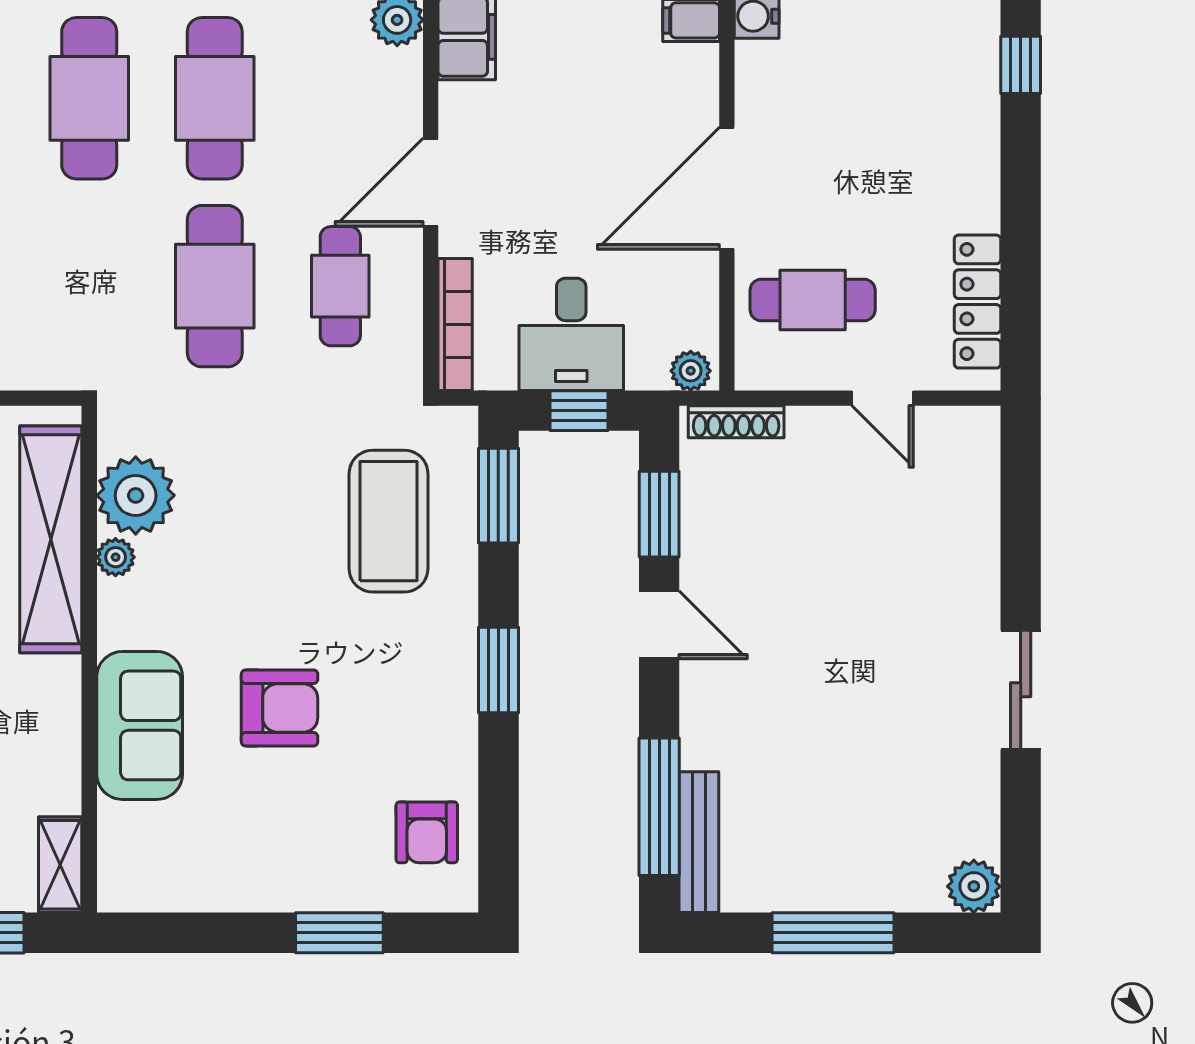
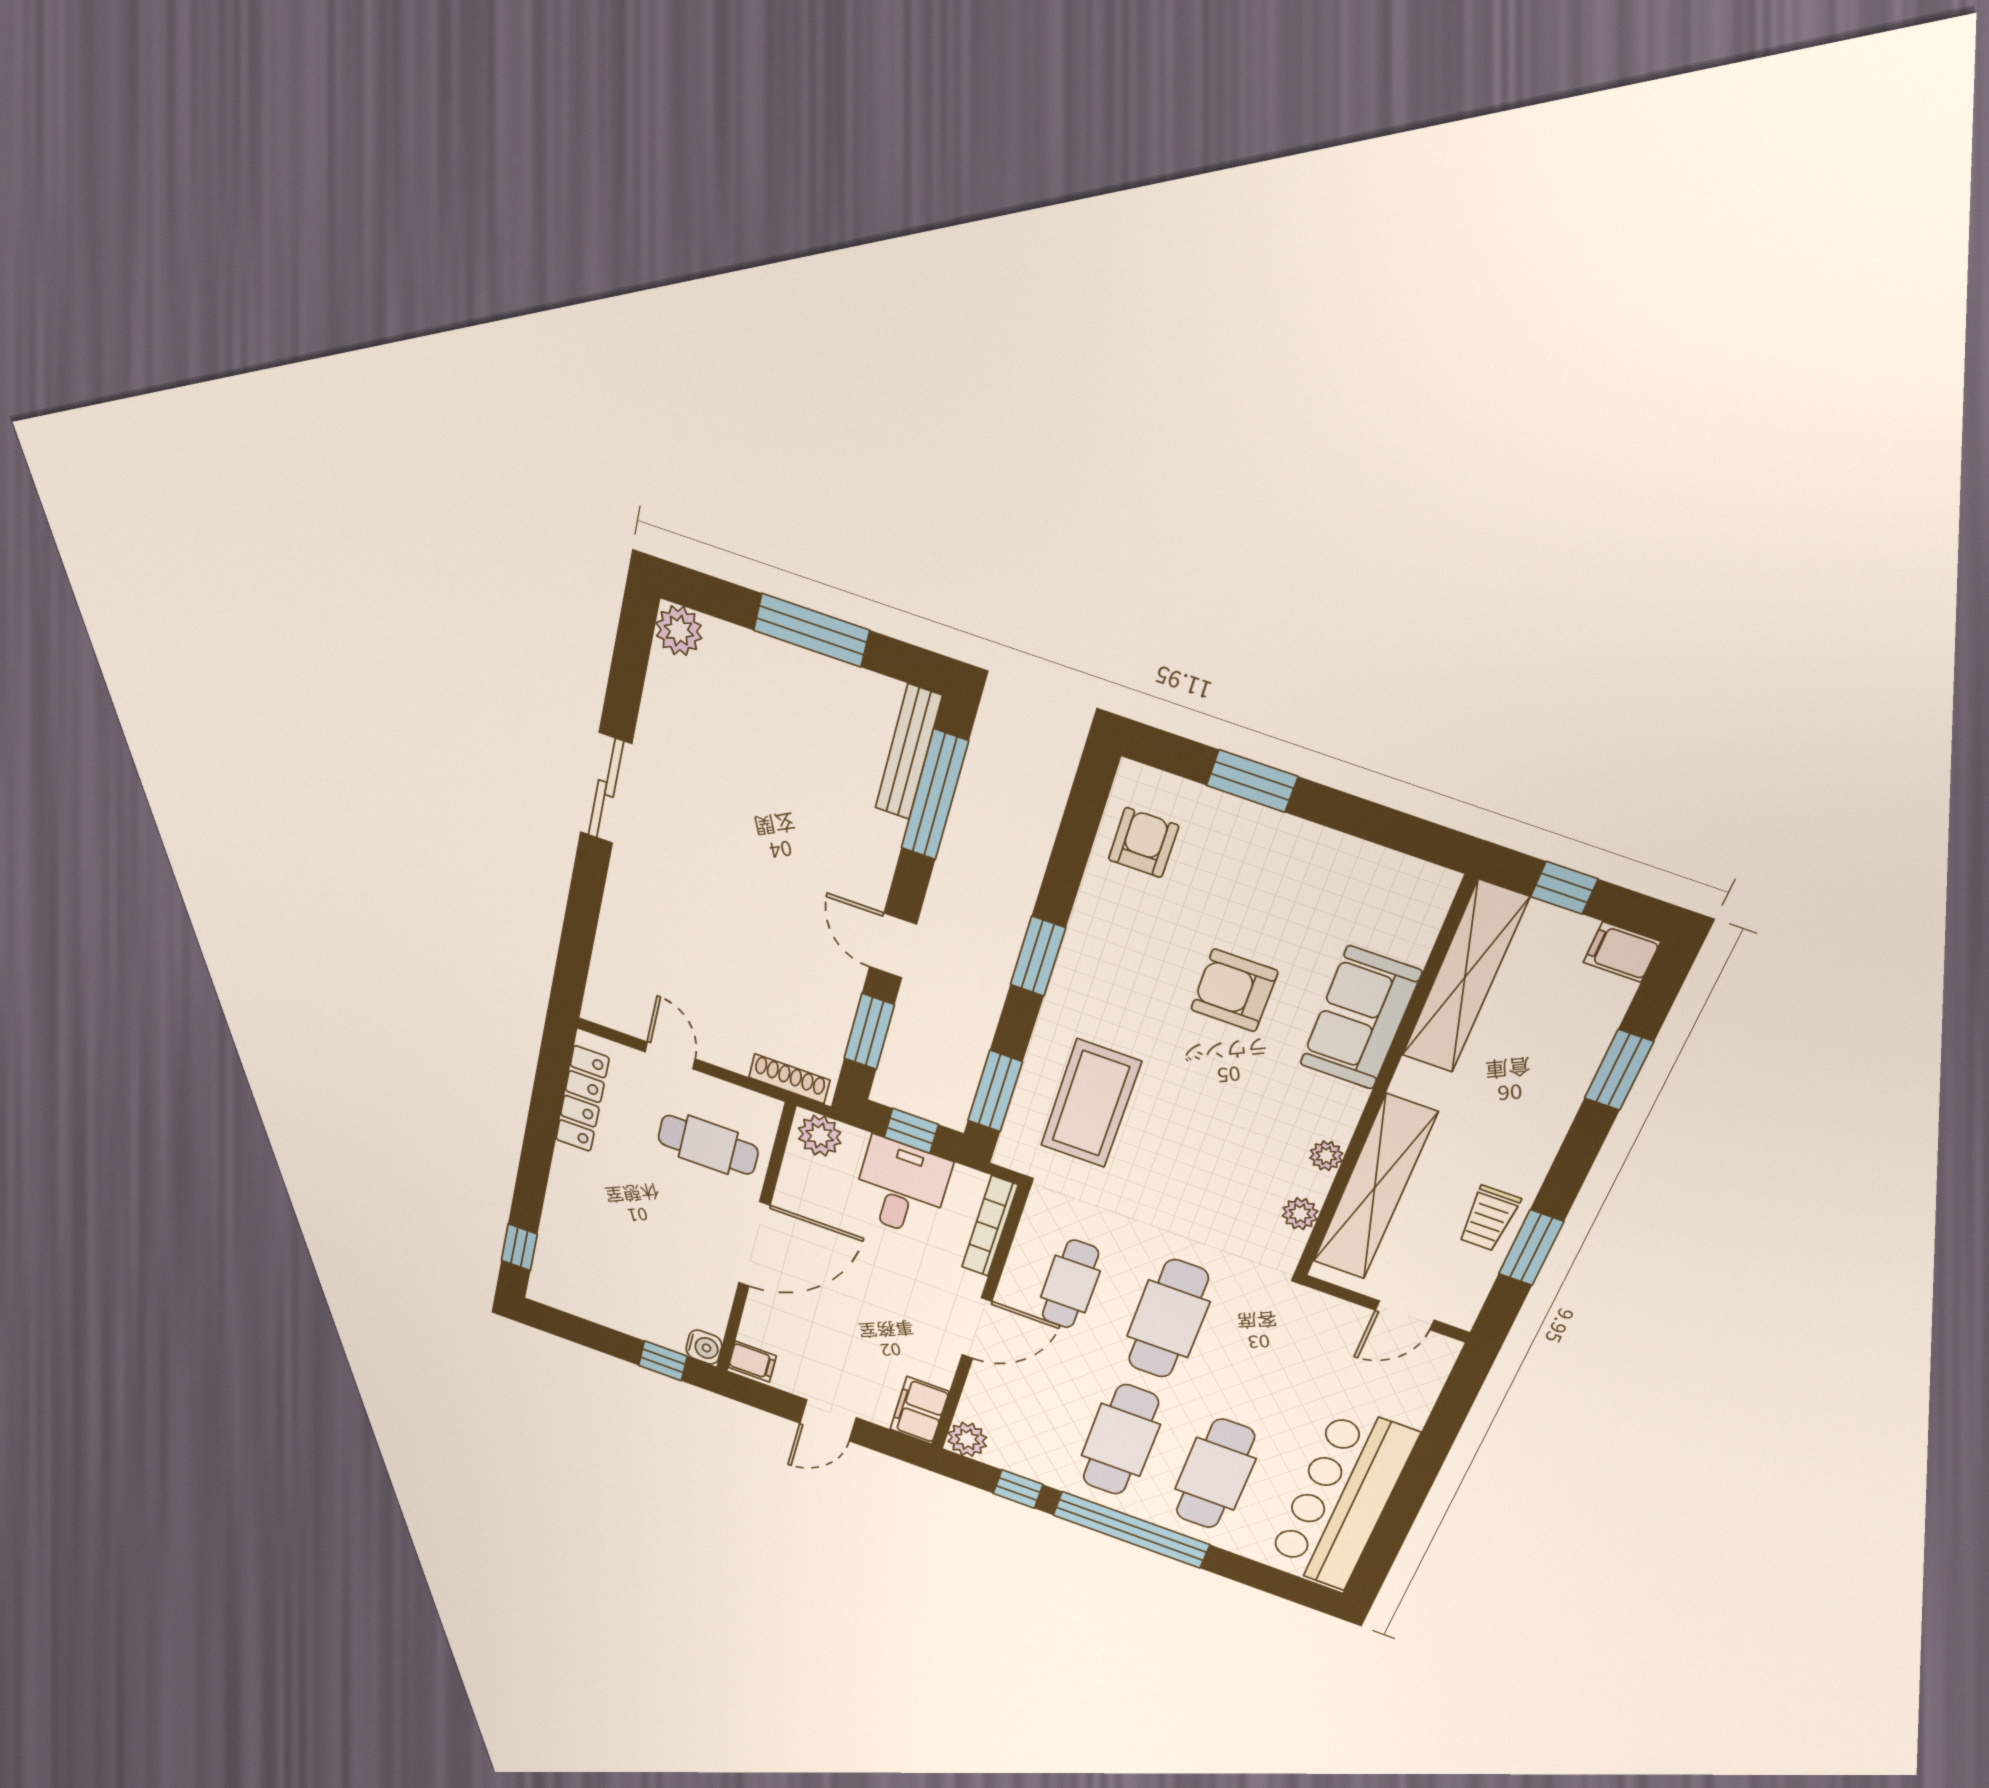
plant: (691, 371) -> (820, 1136), width x1.38, depth x1.38
plant: (136, 495) -> (1300, 1214), width x0.53, depth x0.53
shelving: (60, 865) -> (1465, 977), width x2.20, depth x1.33

